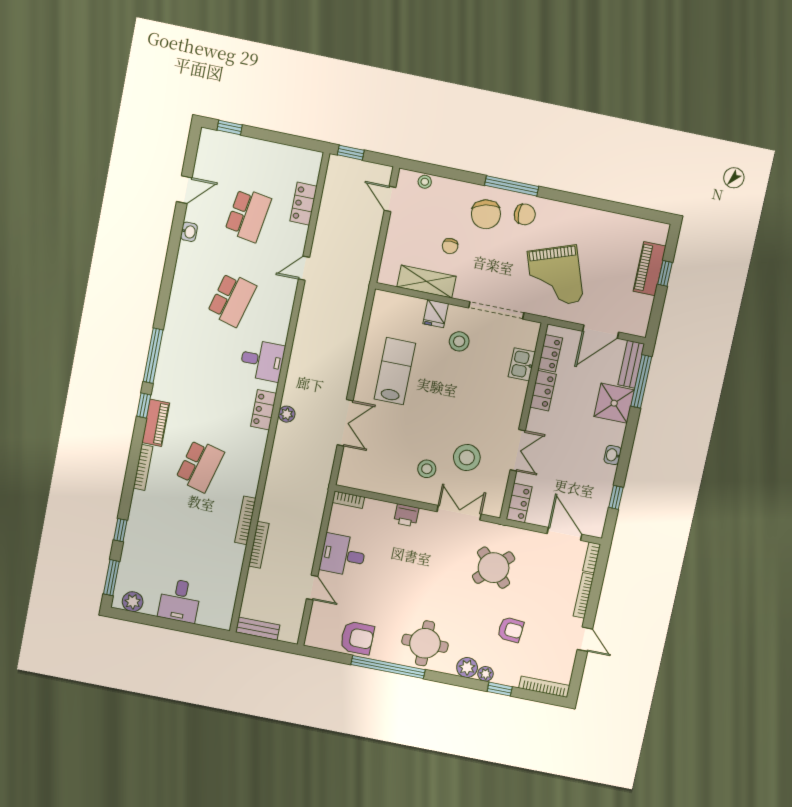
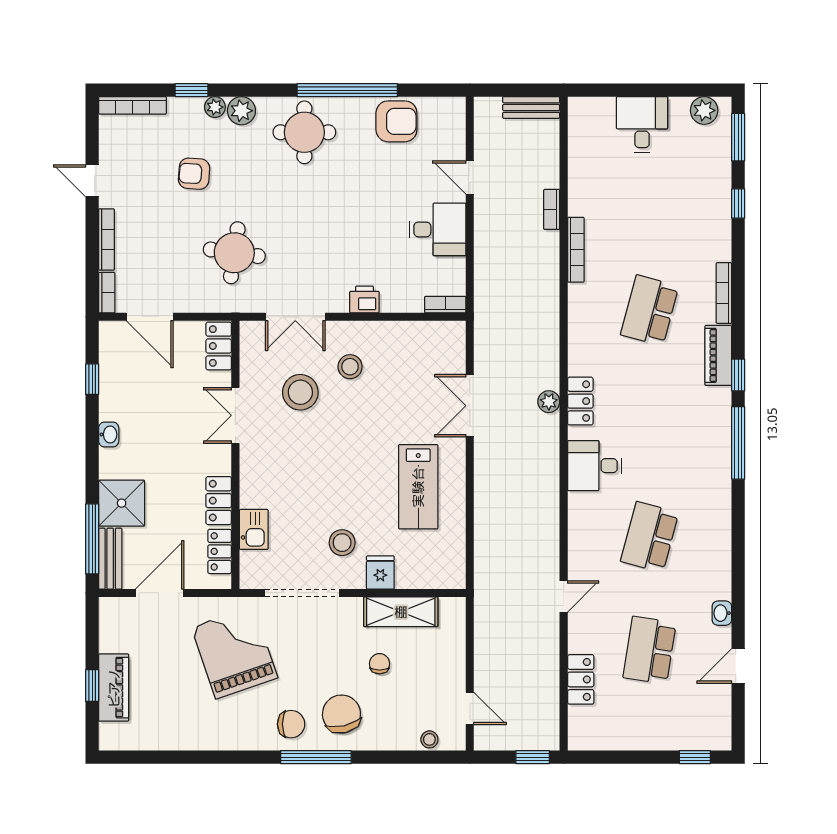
chair: (525, 214) -> (291, 724), turned 180
bookcase: (259, 545) -> (552, 209), width x0.64
round table: (494, 568) -> (234, 253), turned -37
armchair: (357, 638) -> (396, 121), turned 180

